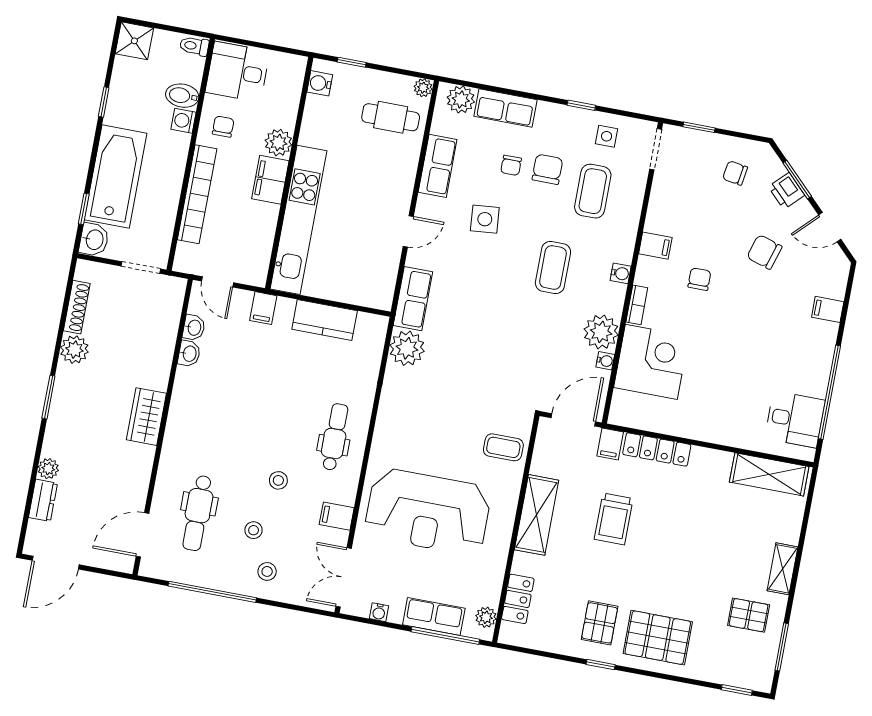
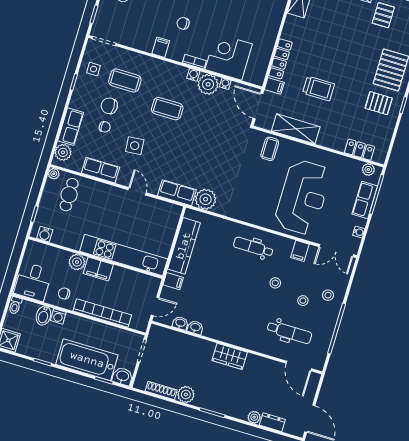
water cooler: (621, 273) -> (193, 75), moved
kitchen counter: (325, 320) -> (184, 246), width x1.50
shelving: (537, 515) -> (296, 129), moved

